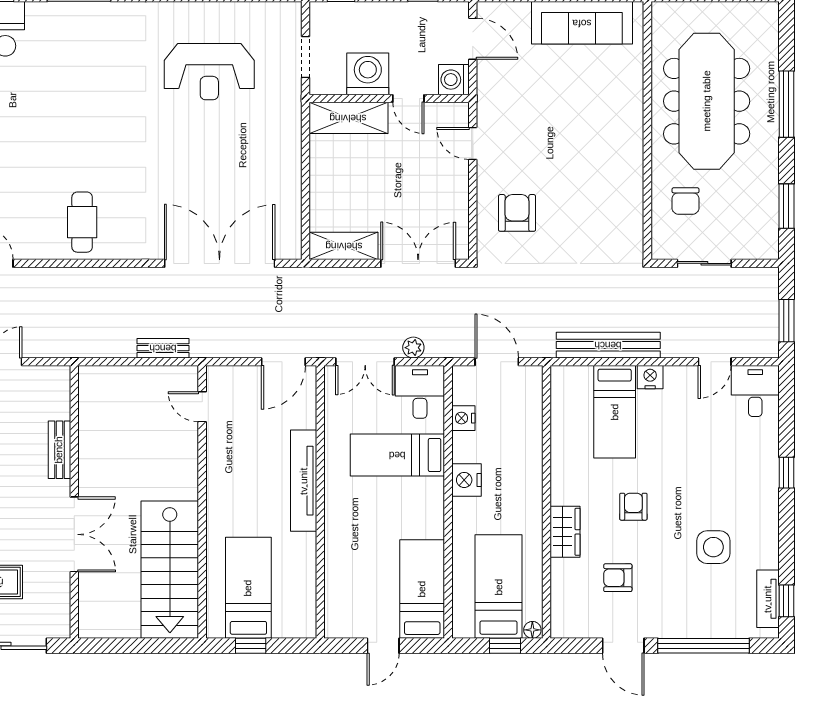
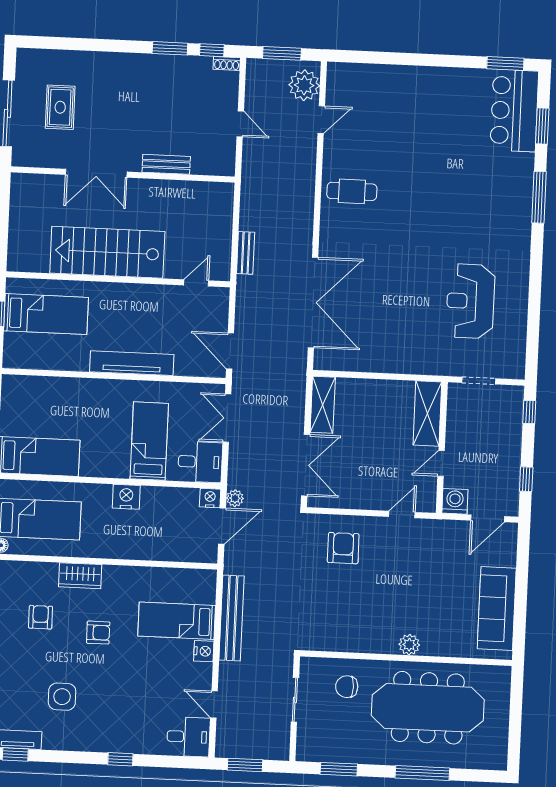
washing machine: (368, 74) -> (463, 431), removed
plant: (631, 127) -> (409, 645), added
armchair: (517, 213) -> (343, 548), turned -90
plant: (413, 348) -> (235, 498), moved
nightstand: (463, 418) -> (210, 498), moved
stairs: (170, 570) -> (107, 252), moved

